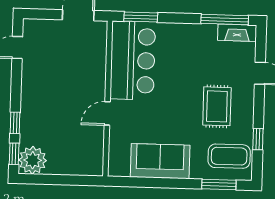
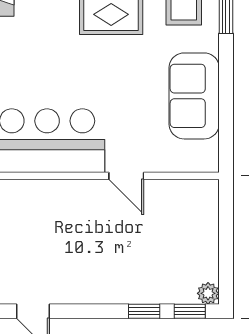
plant: (33, 160) -> (208, 293), width x0.53, depth x0.53

